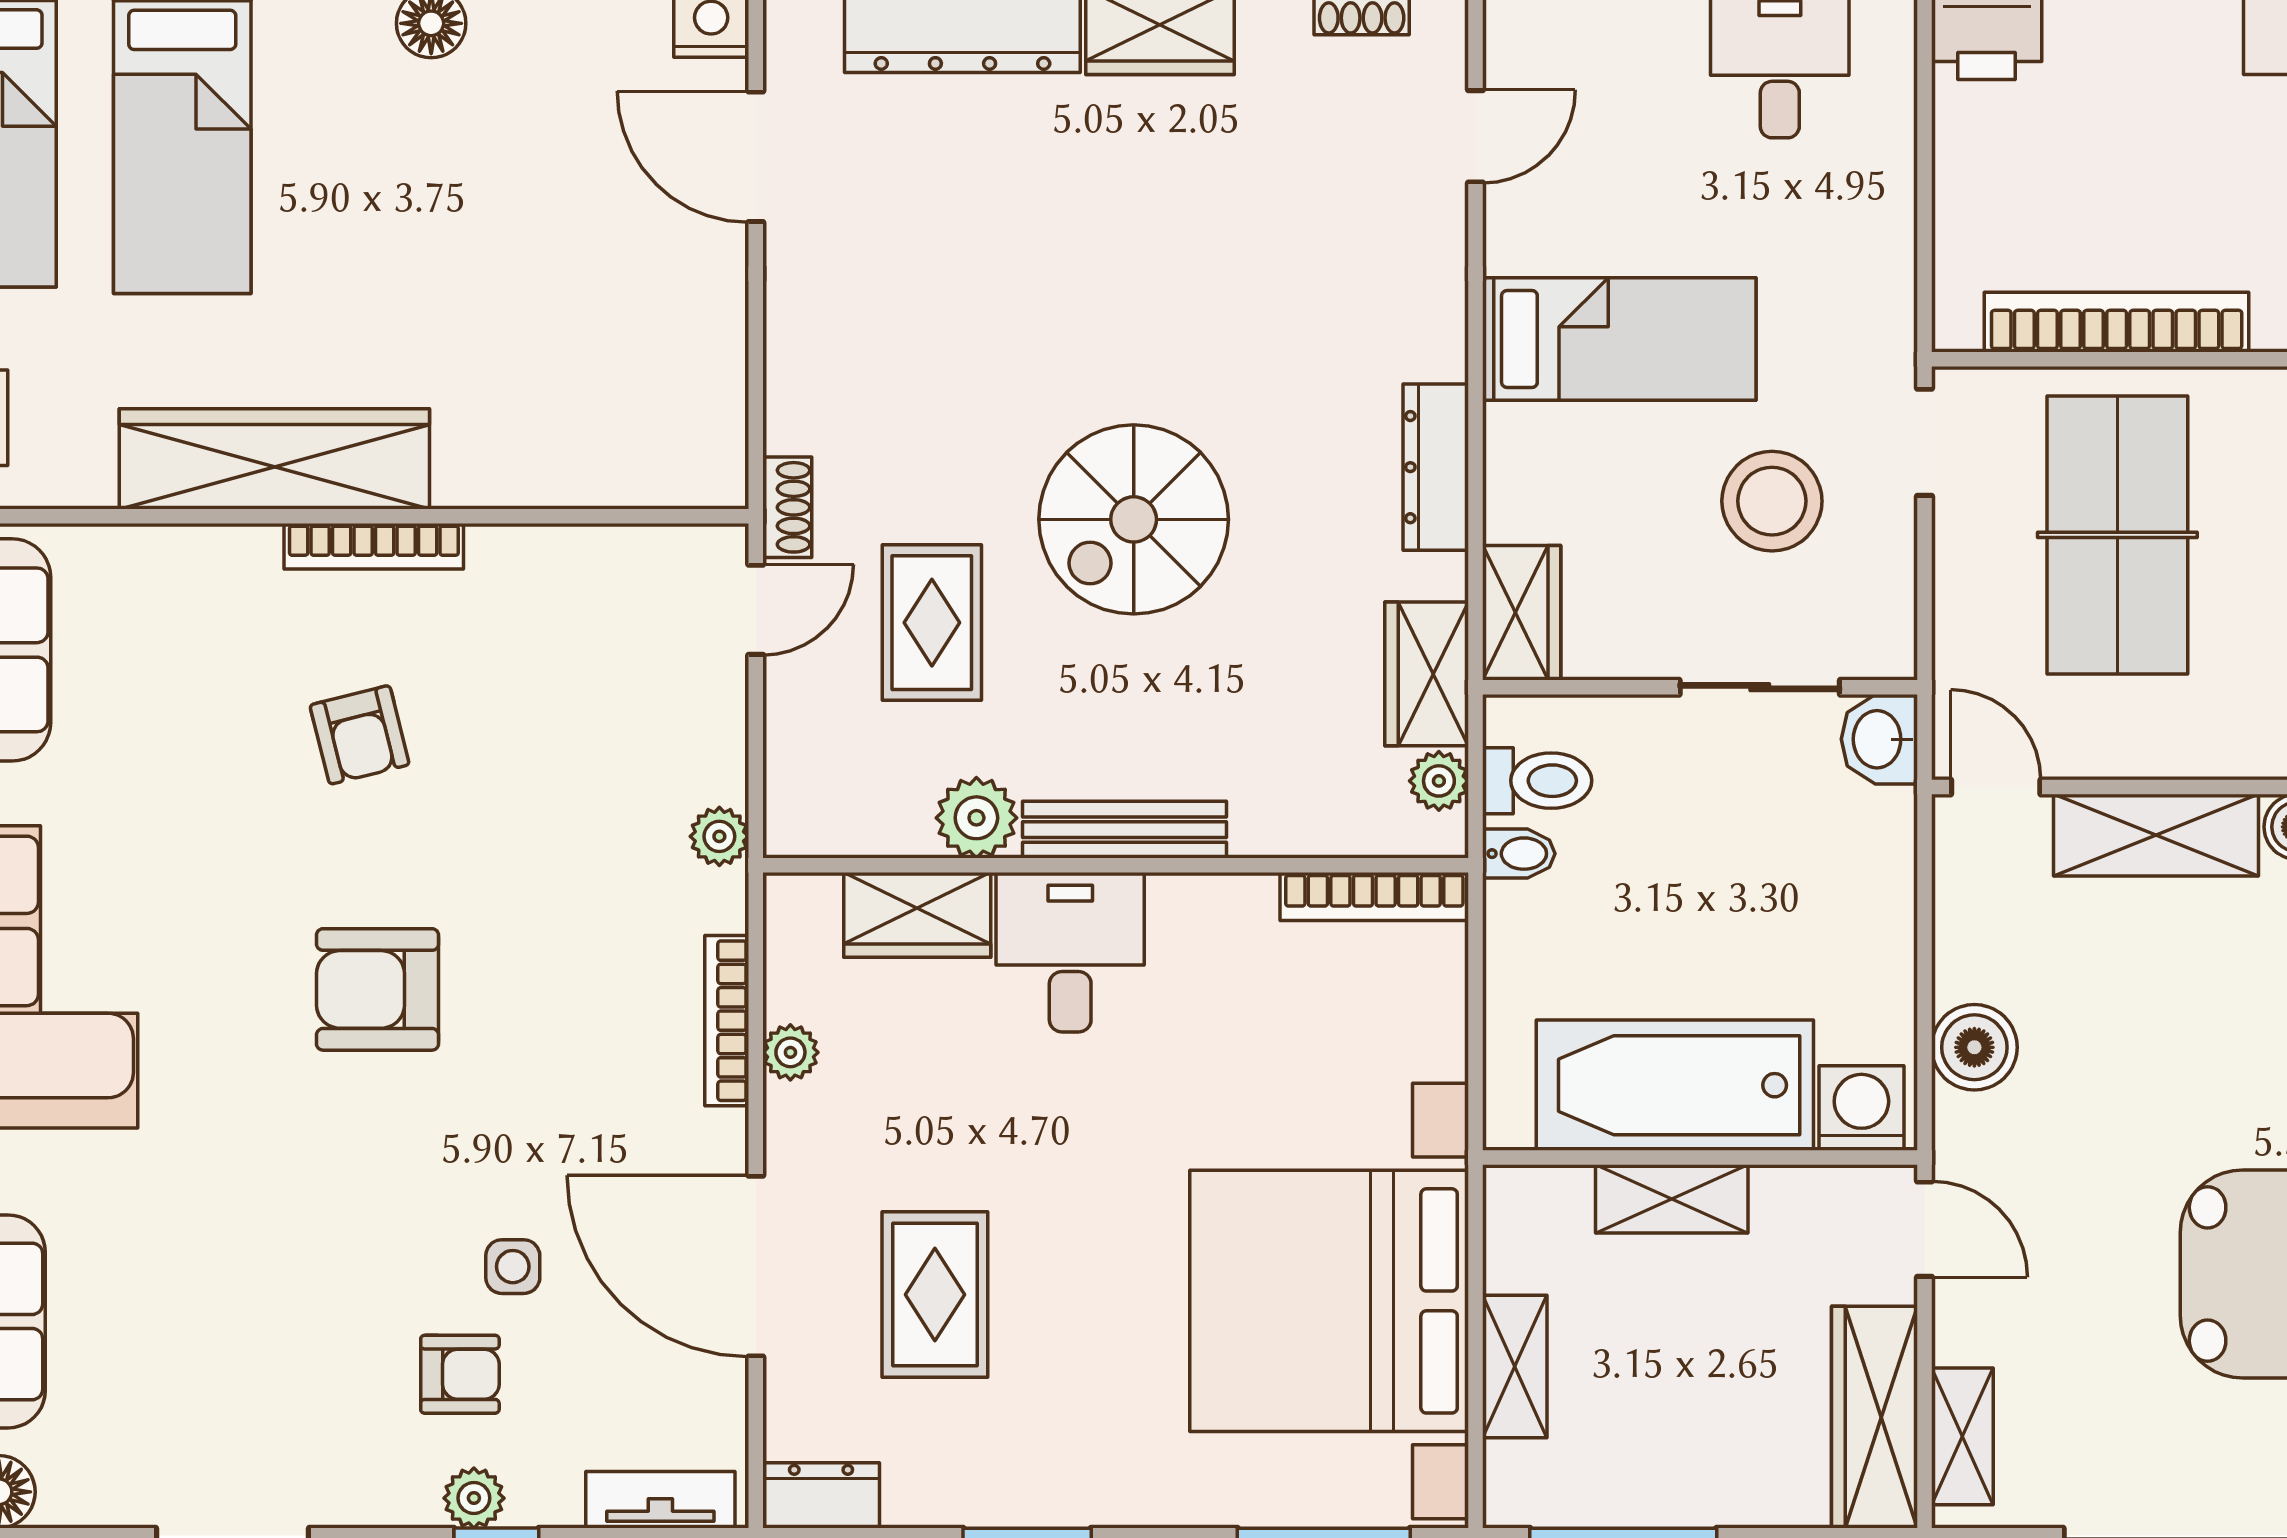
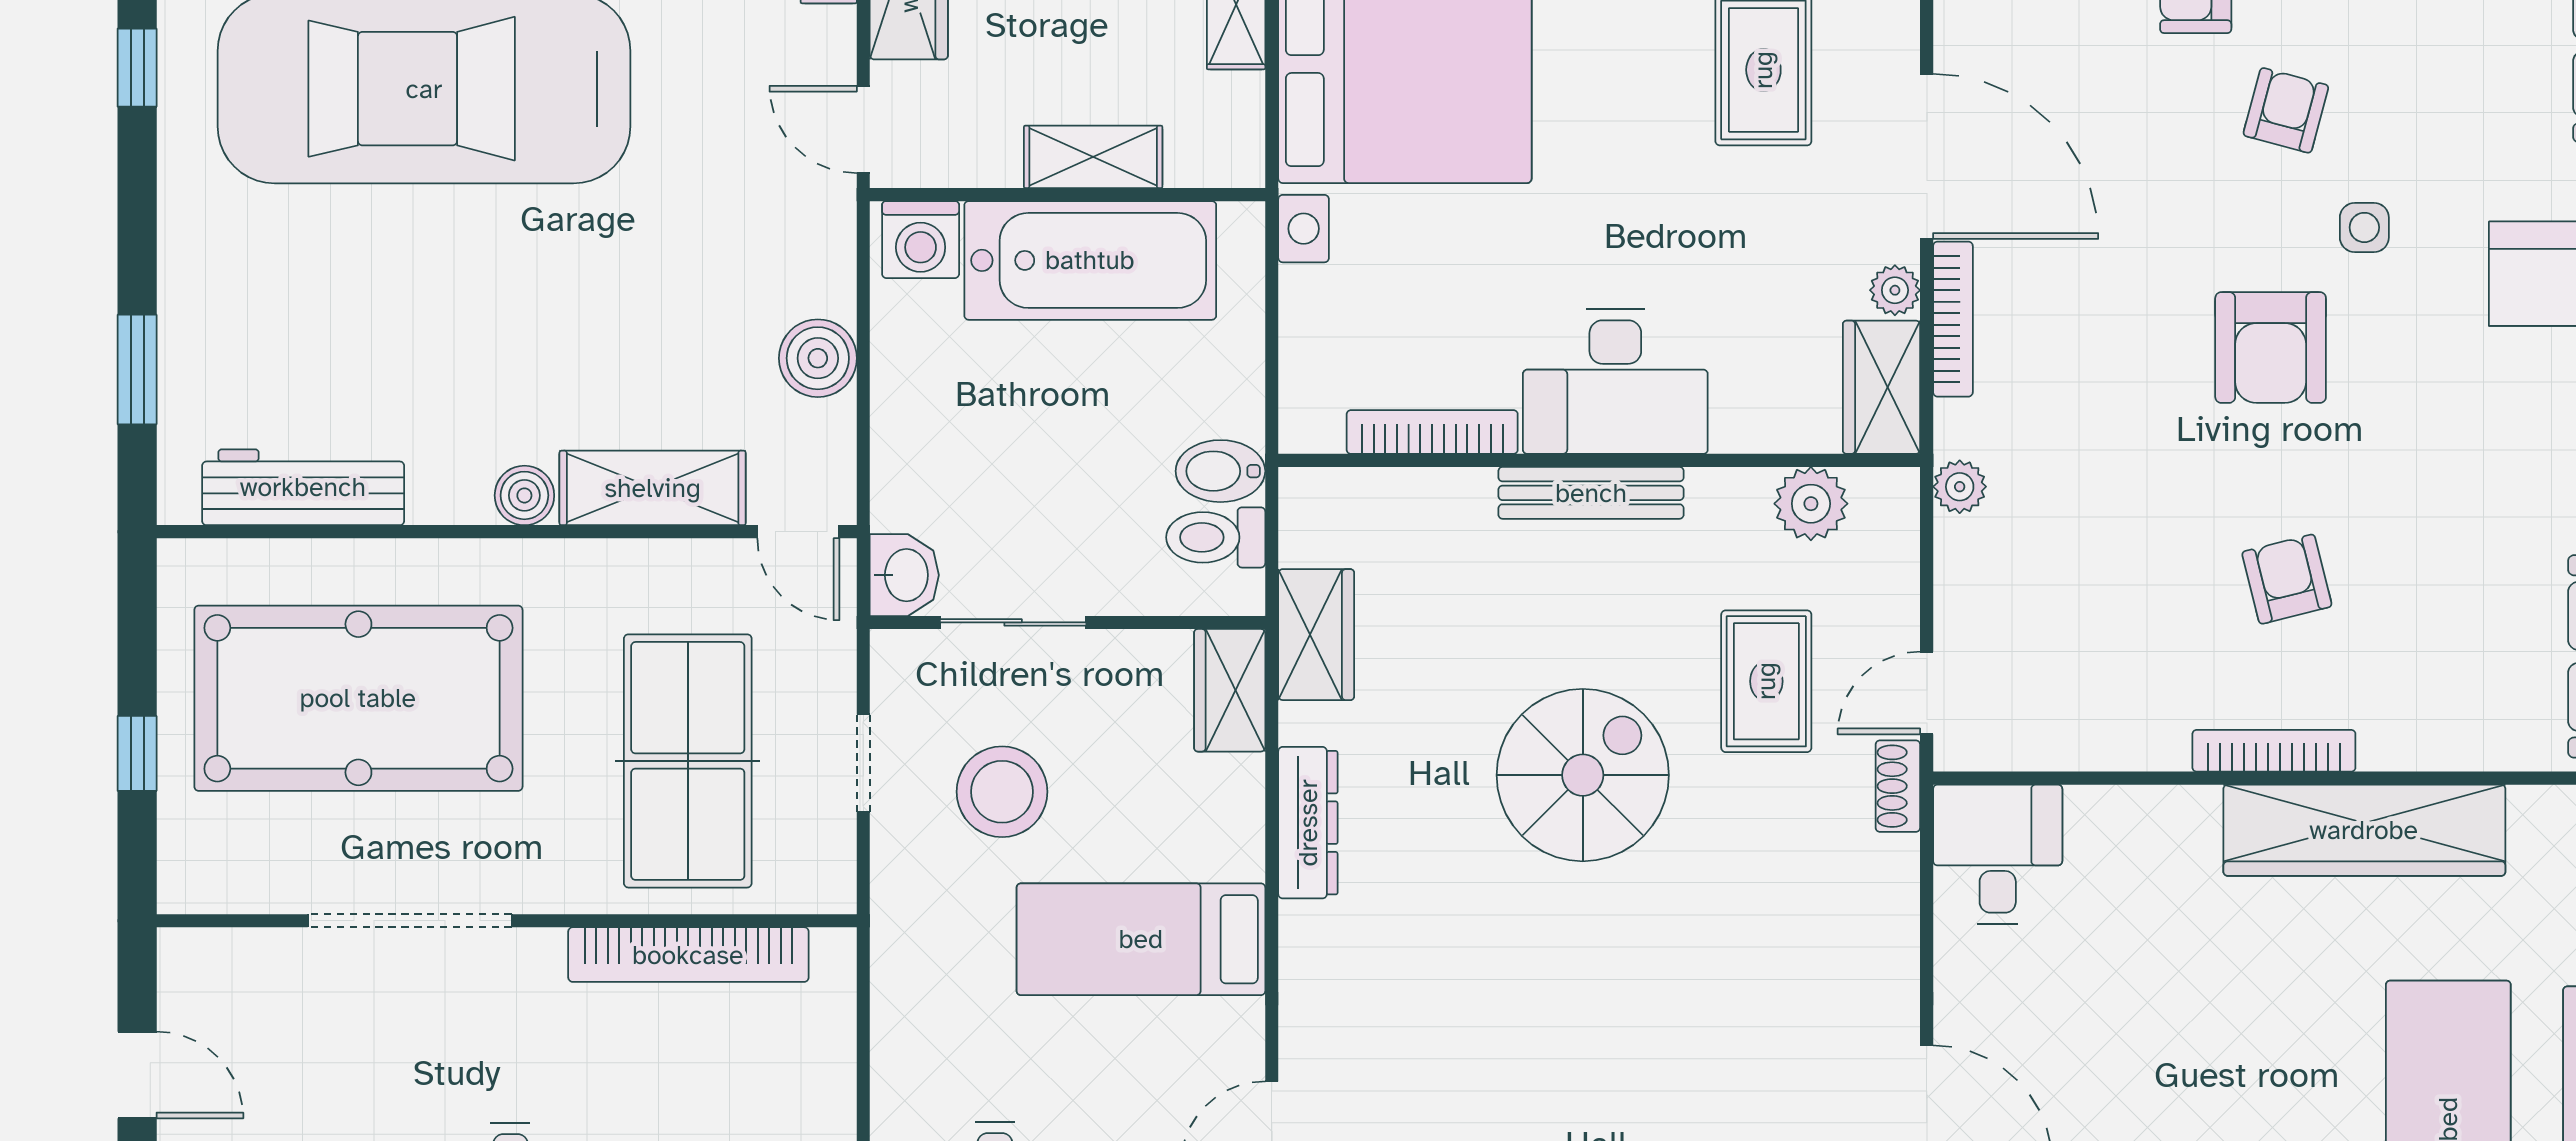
desk: (678, 432) -> (1998, 854), added
doorway: (1924, 442) -> (863, 763), moved
plant: (1439, 781) -> (1305, 537), removed
plant: (976, 818) -> (1811, 504), moved
bidet: (1519, 854) -> (1220, 471), width x1.38, depth x1.36
bookcase: (1374, 897) -> (1432, 432), moved
wardrobe: (917, 915) -> (1881, 387), moved, turned -90
desk: (1070, 952) -> (1615, 381), width x1.37
armchair: (378, 989) -> (2271, 348), turned 90
boiler: (1974, 1047) -> (818, 358), moved
armchair: (361, 1250) -> (2286, 110), added
door: (756, 1266) -> (1927, 156), moved
side table: (513, 1267) -> (2364, 227), moved

